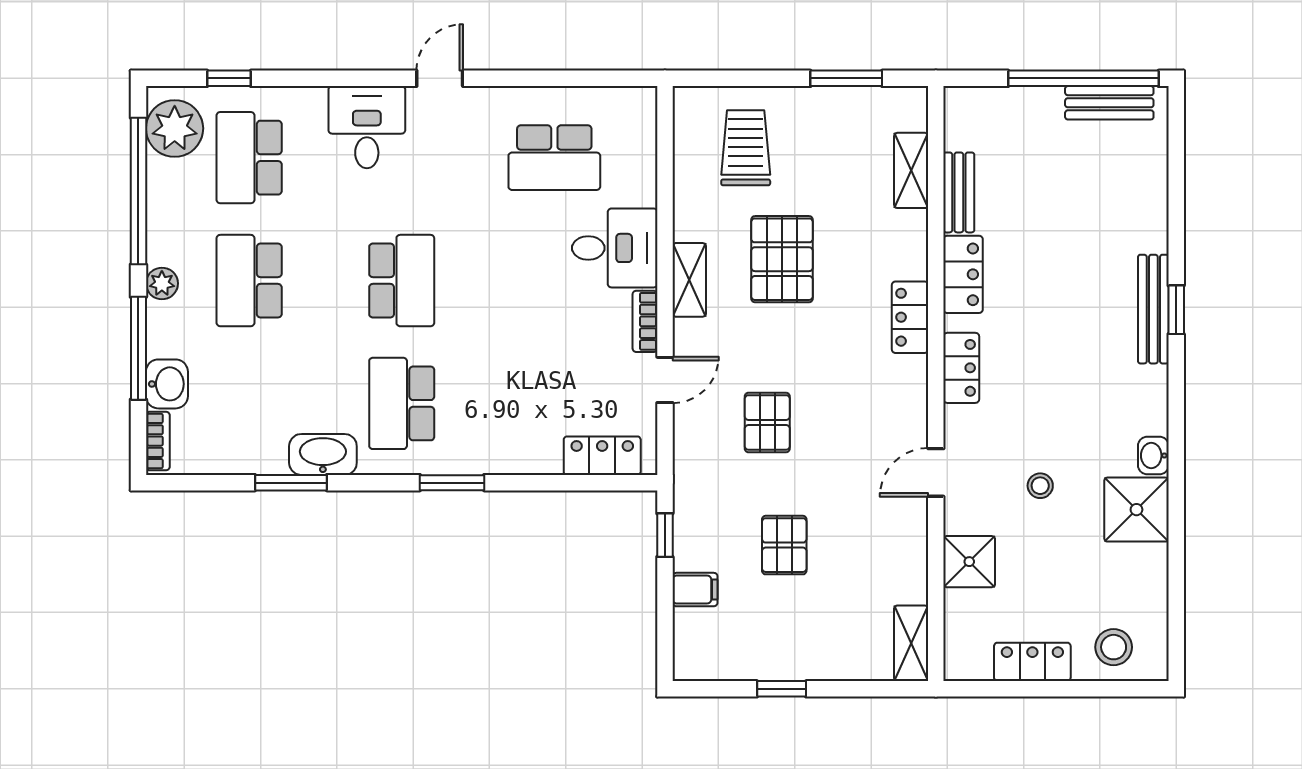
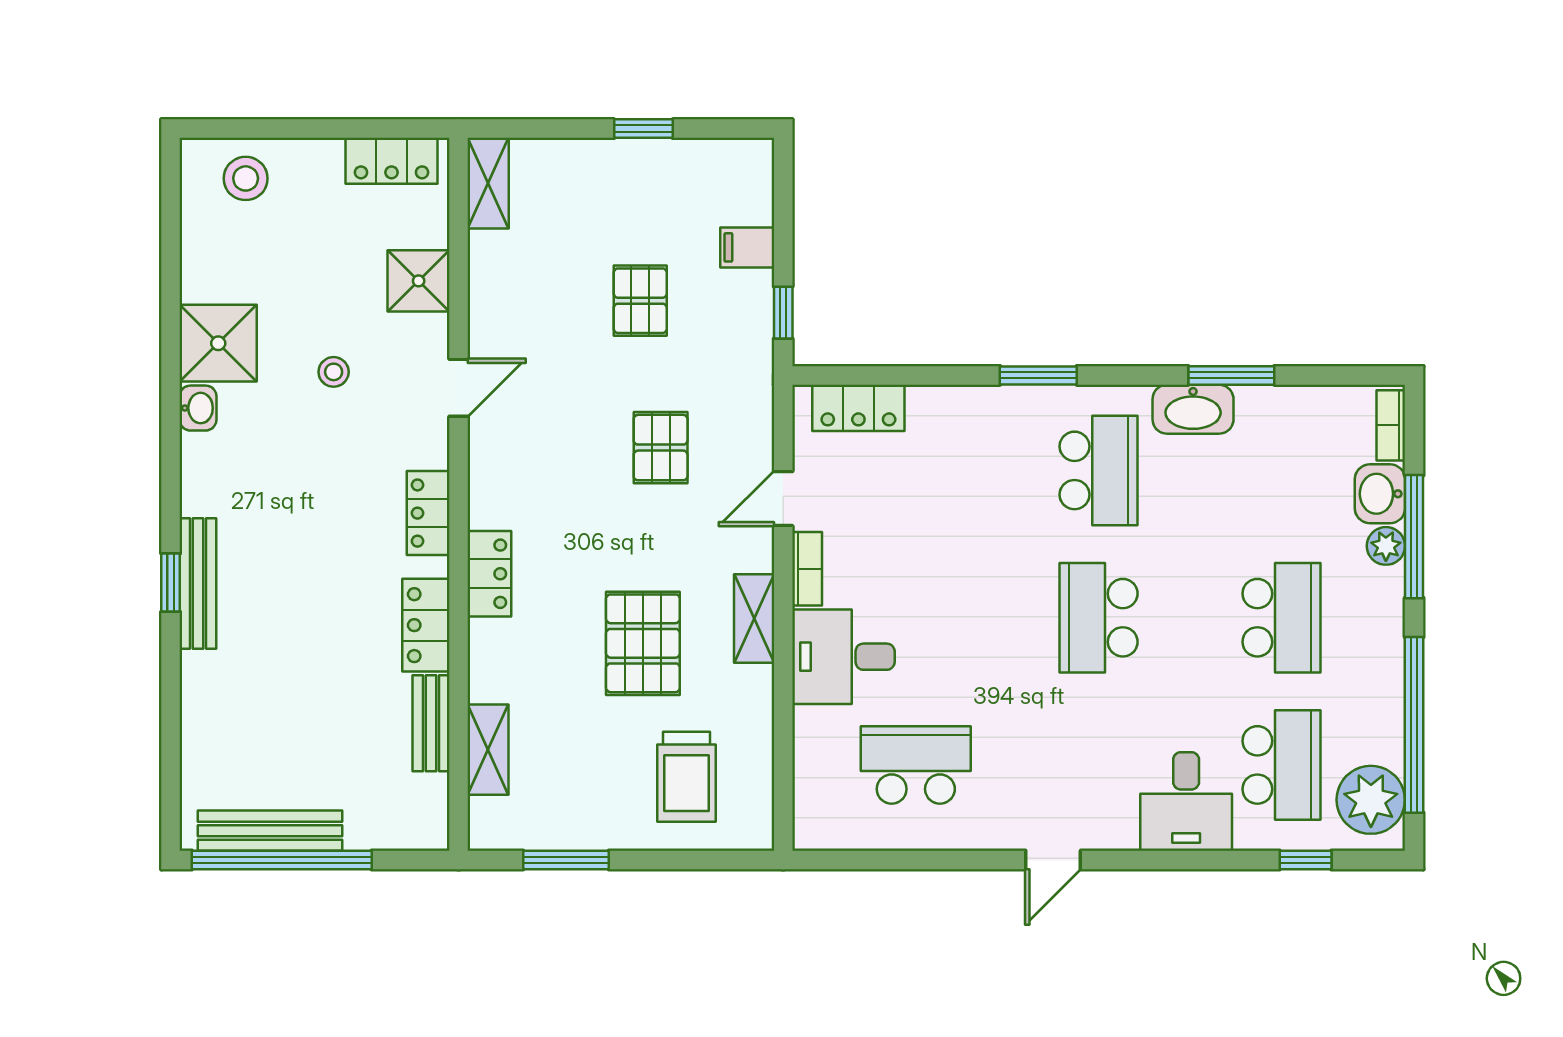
bench: (1109, 103) -> (270, 831), width x1.36
desk: (367, 127) -> (1186, 801), moved
plant: (162, 283) -> (1386, 546), moved
locker: (1032, 662) -> (392, 161), moved

